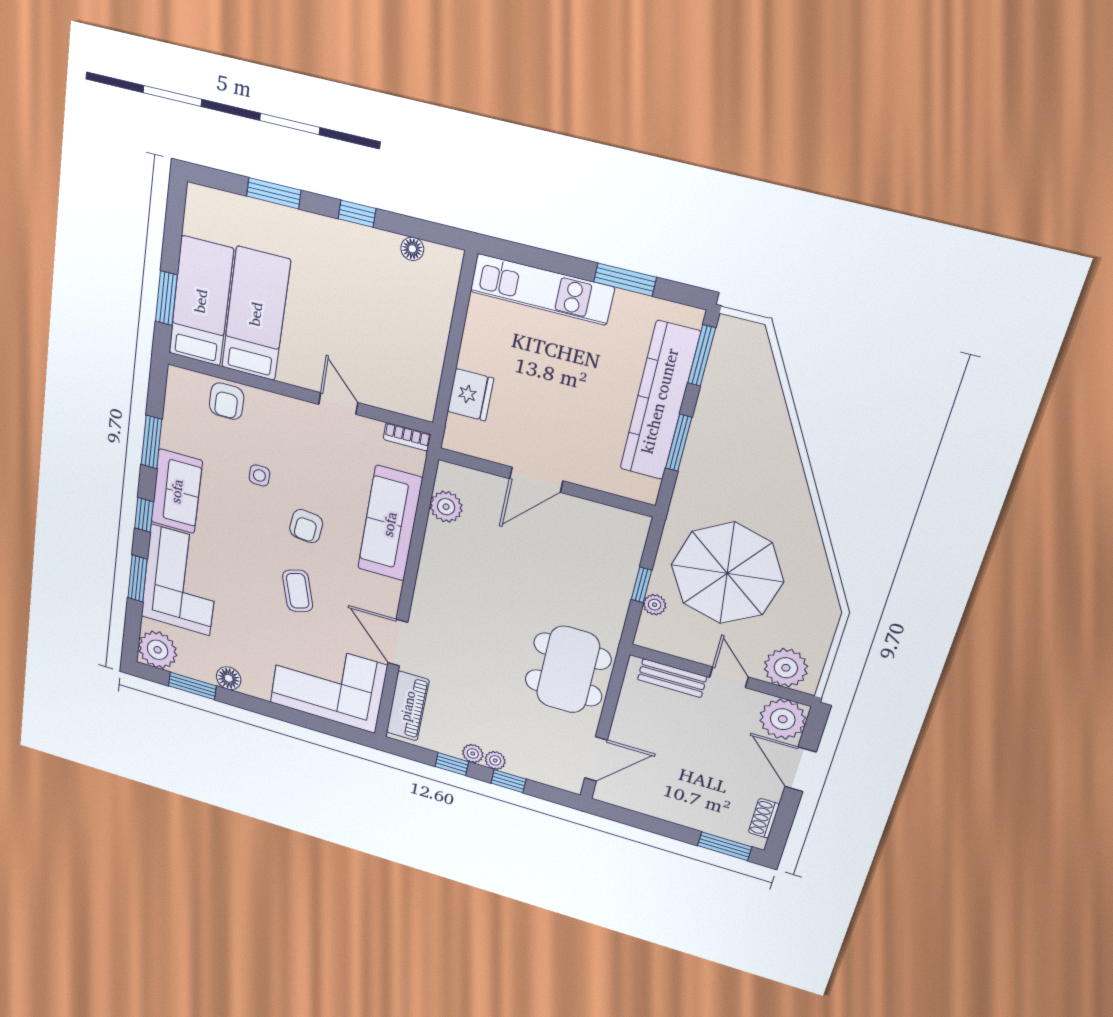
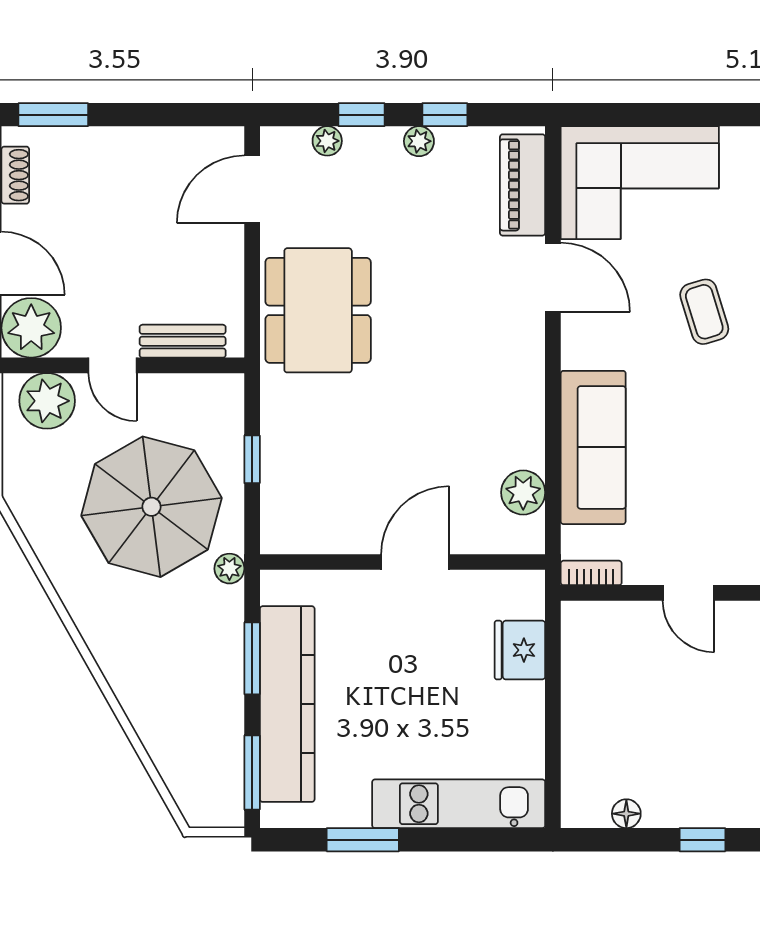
armchair: (306, 526) -> (706, 410), removed
plant: (655, 605) -> (229, 569), moved
plant: (495, 760) -> (327, 141), moved

